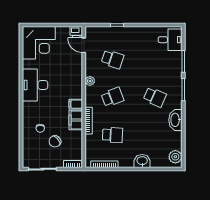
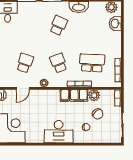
door: (84, 45) -> (23, 88), moved
desk: (35, 85) -> (59, 132), moved
school desk: (112, 135) -> (92, 63), width x1.85
plant: (76, 137) -> (94, 95), added
washbasin: (142, 161) -> (115, 23), moved

